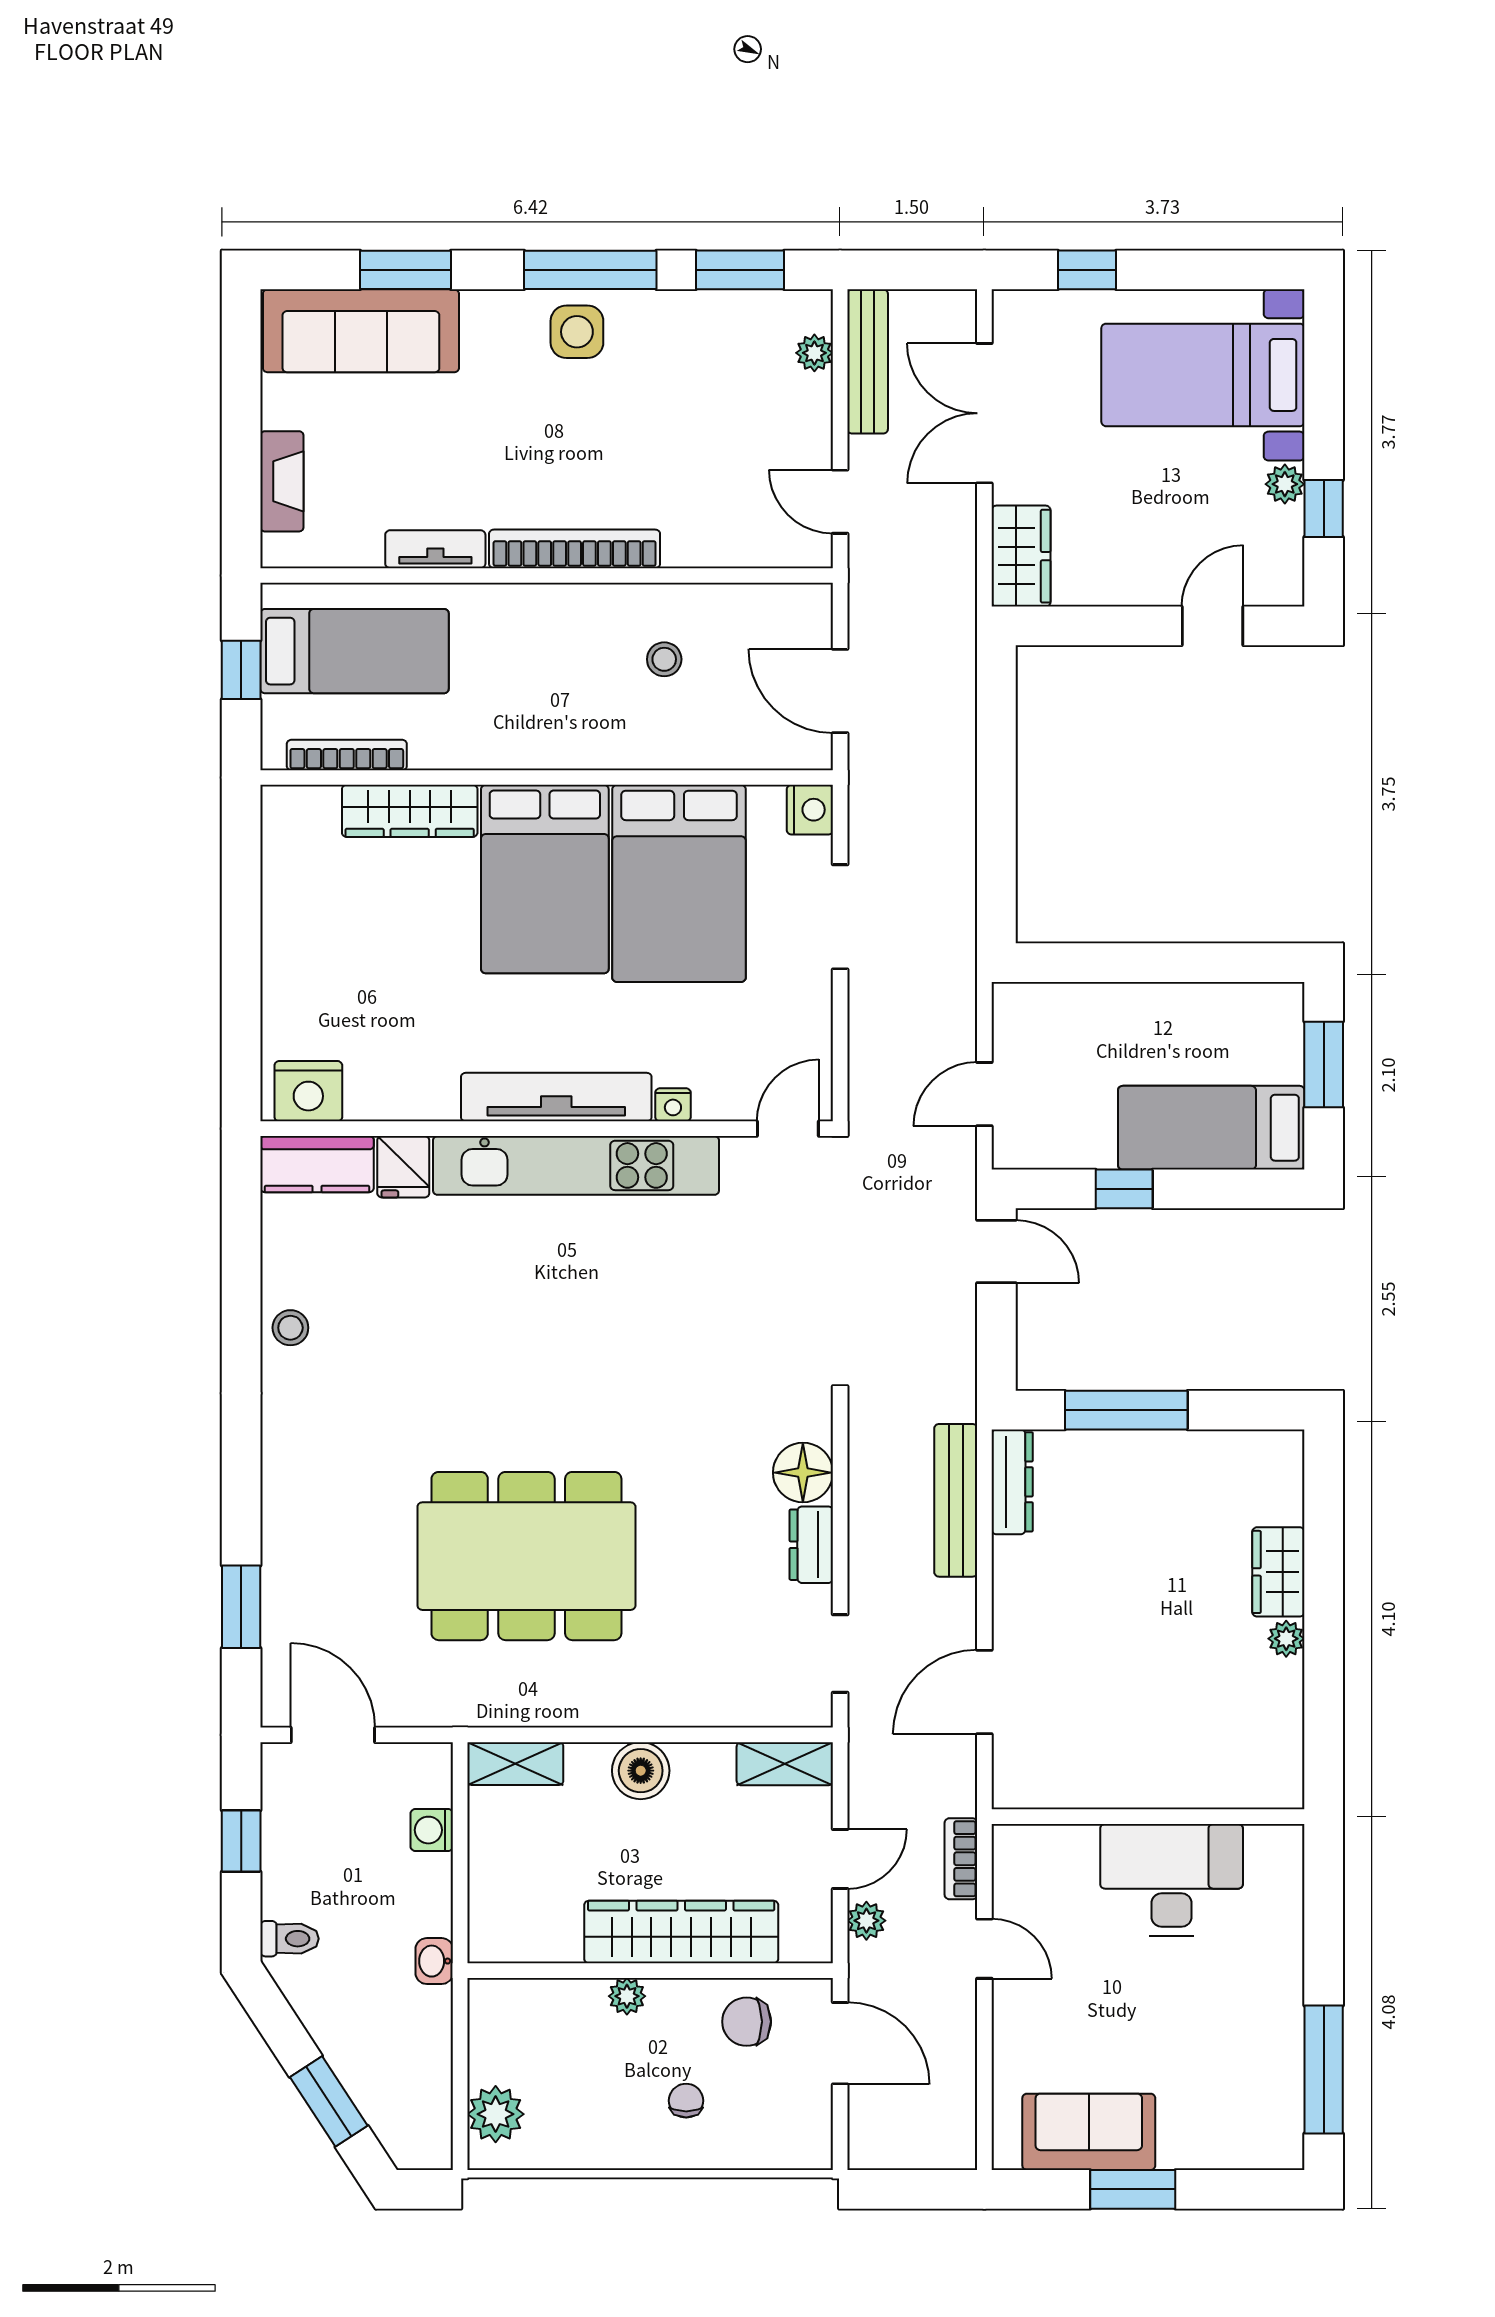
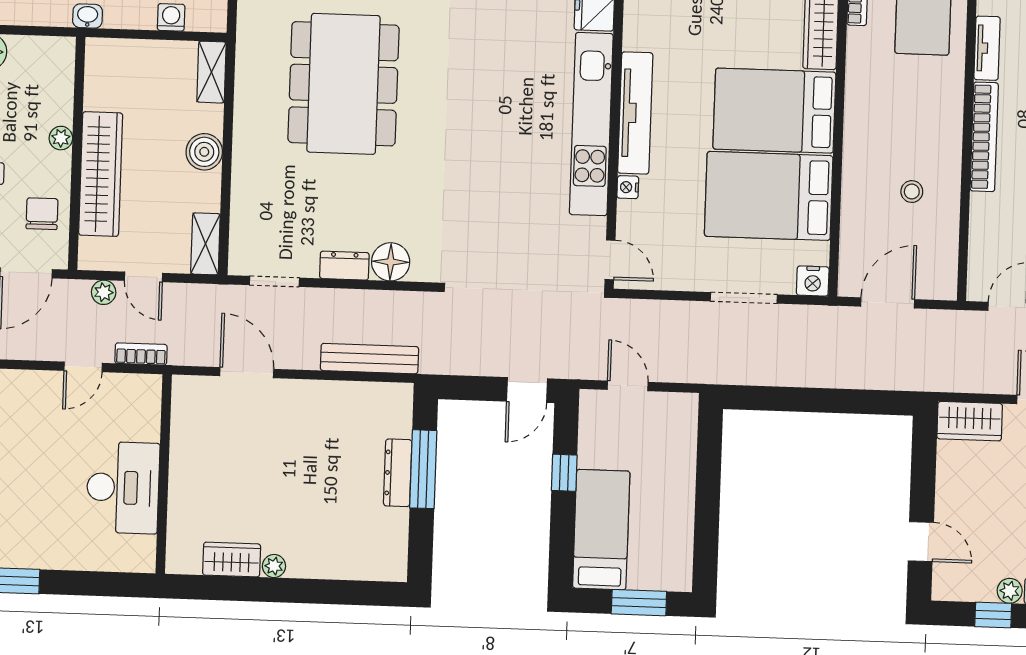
dresser: (1012, 1482) -> (398, 473), moved, turned 90
wardrobe: (1278, 1572) -> (232, 560), moved

